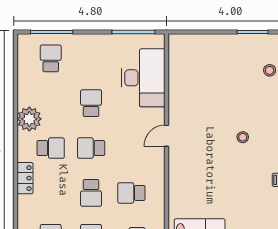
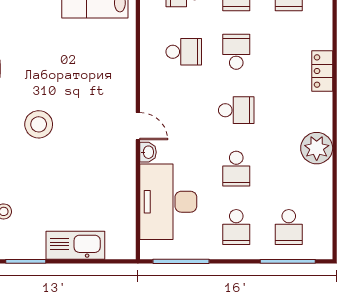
kitchen sink: (215, 44) -> (75, 245), added
washbasin: (159, 116) -> (148, 152), added
door: (167, 136) -> (138, 126), hinge flipped
stool: (243, 137) -> (39, 124), width x1.89, depth x1.89
school desk: (51, 148) -> (236, 227), moved, turned -90

